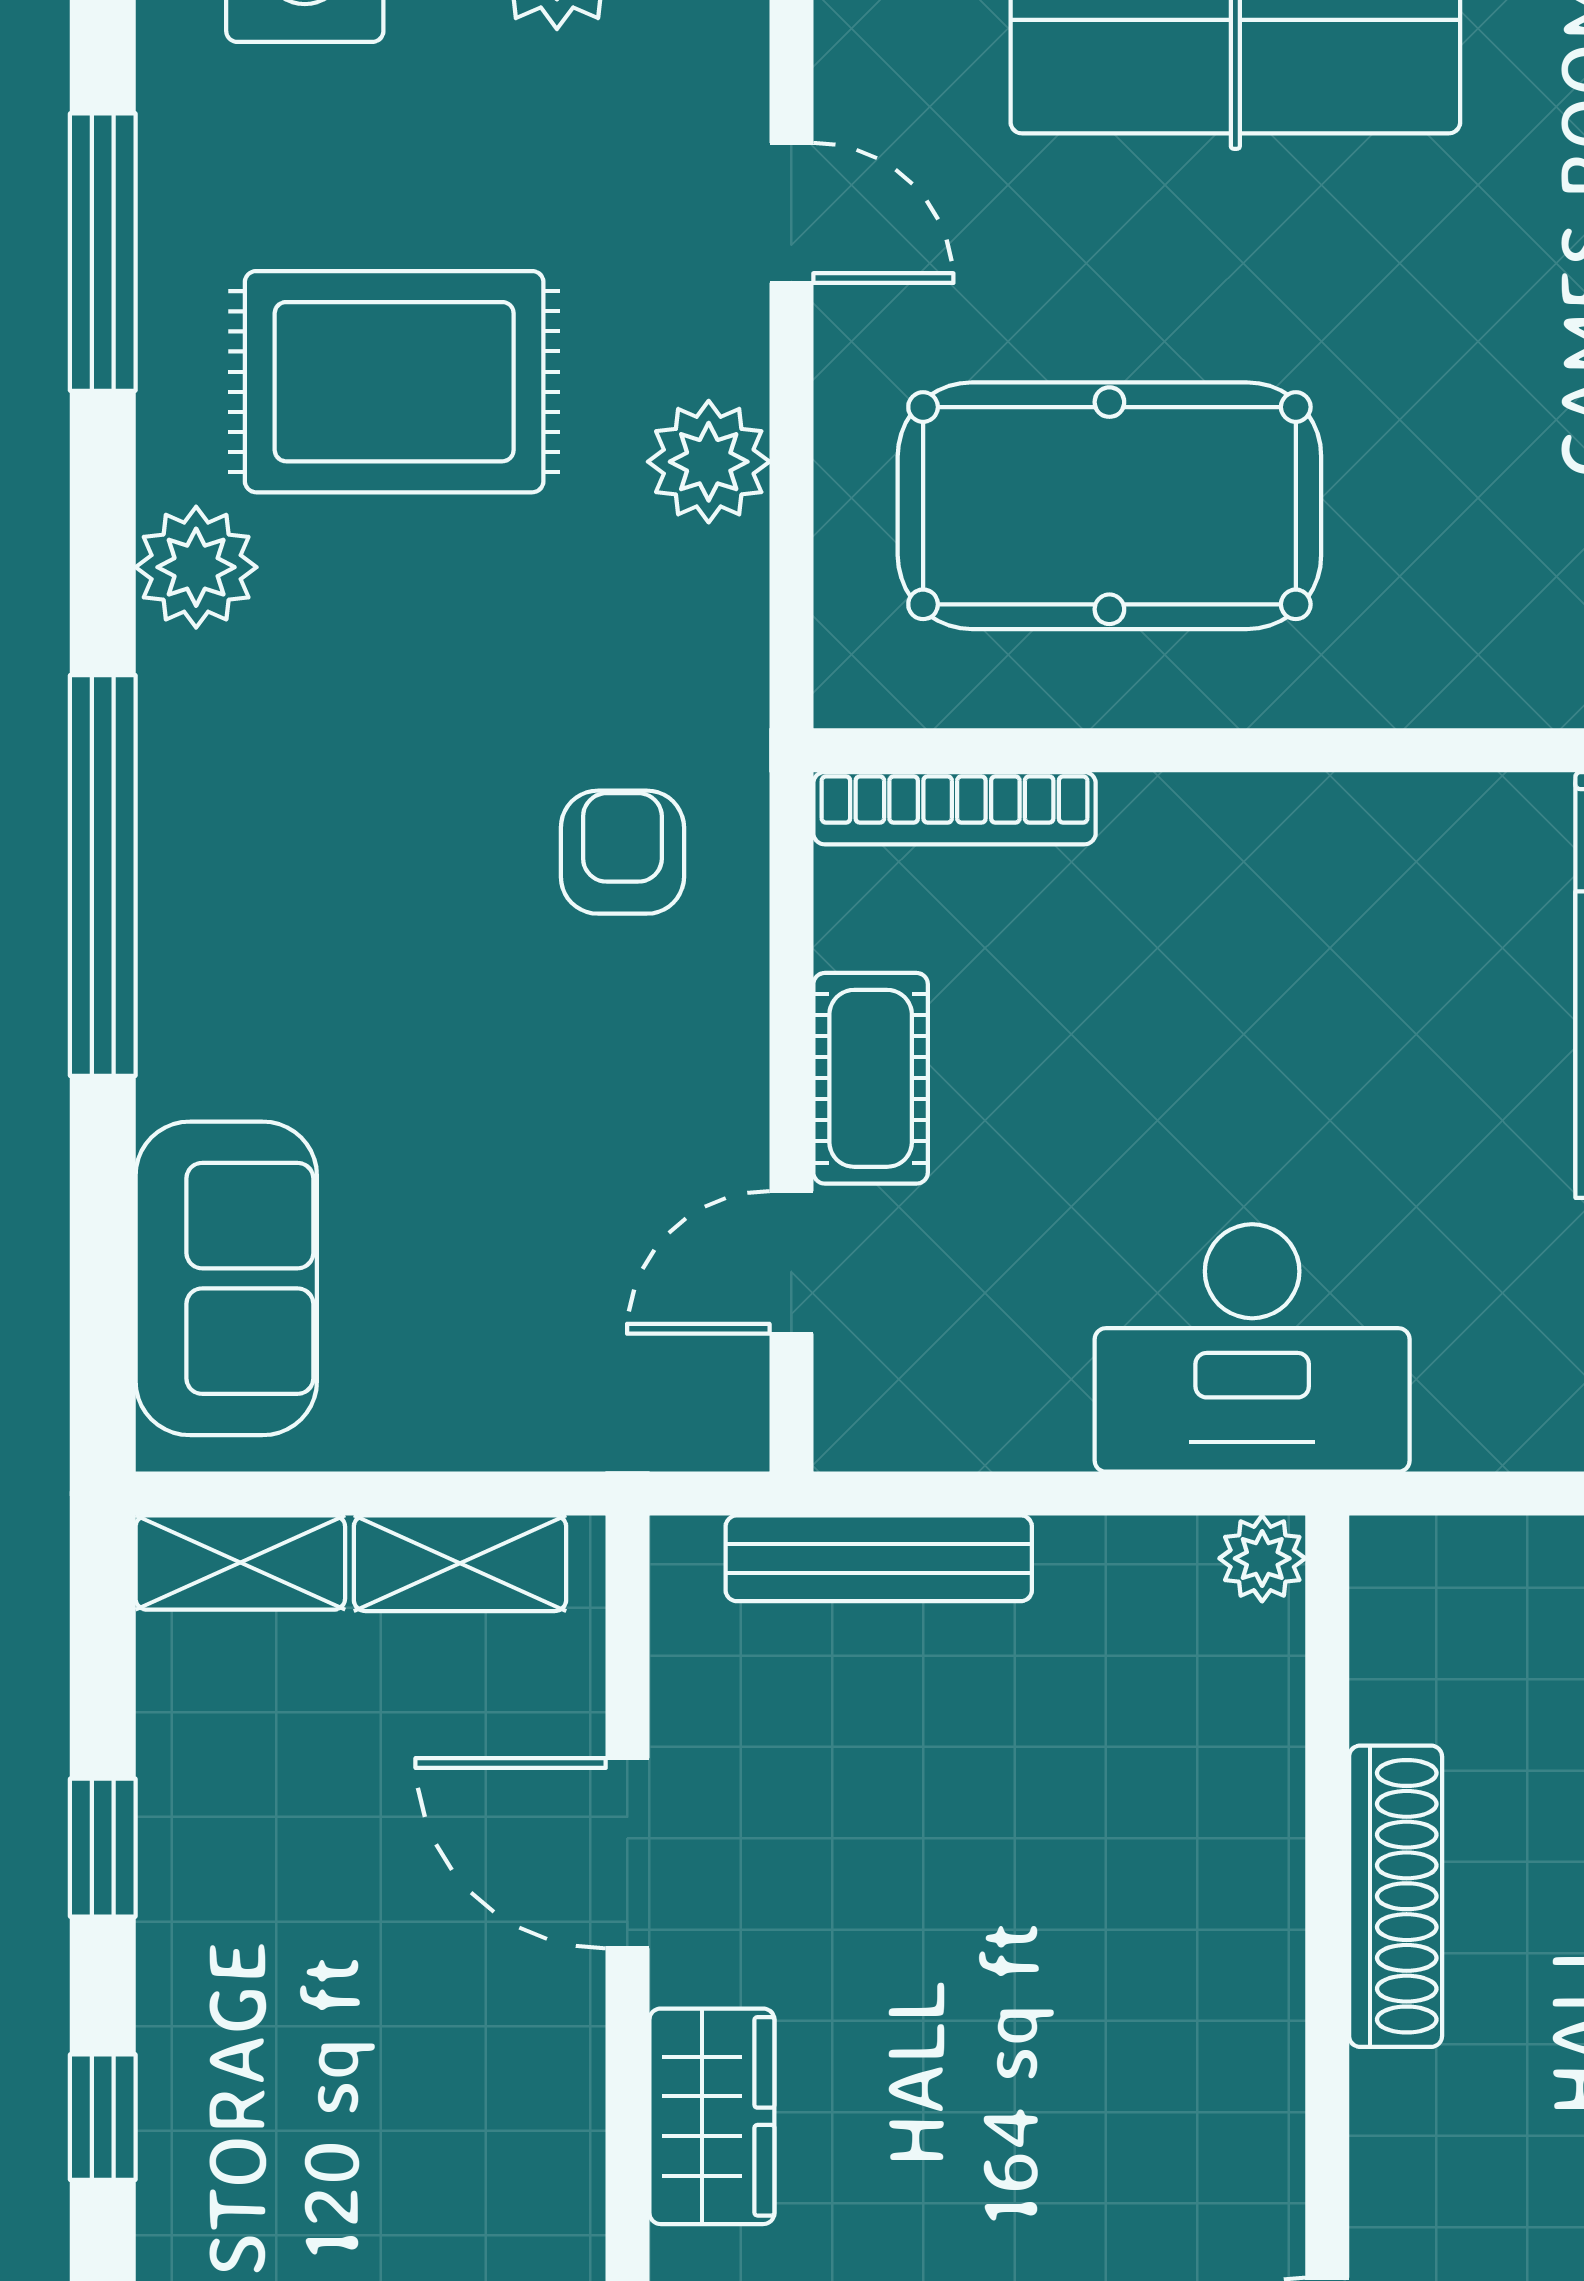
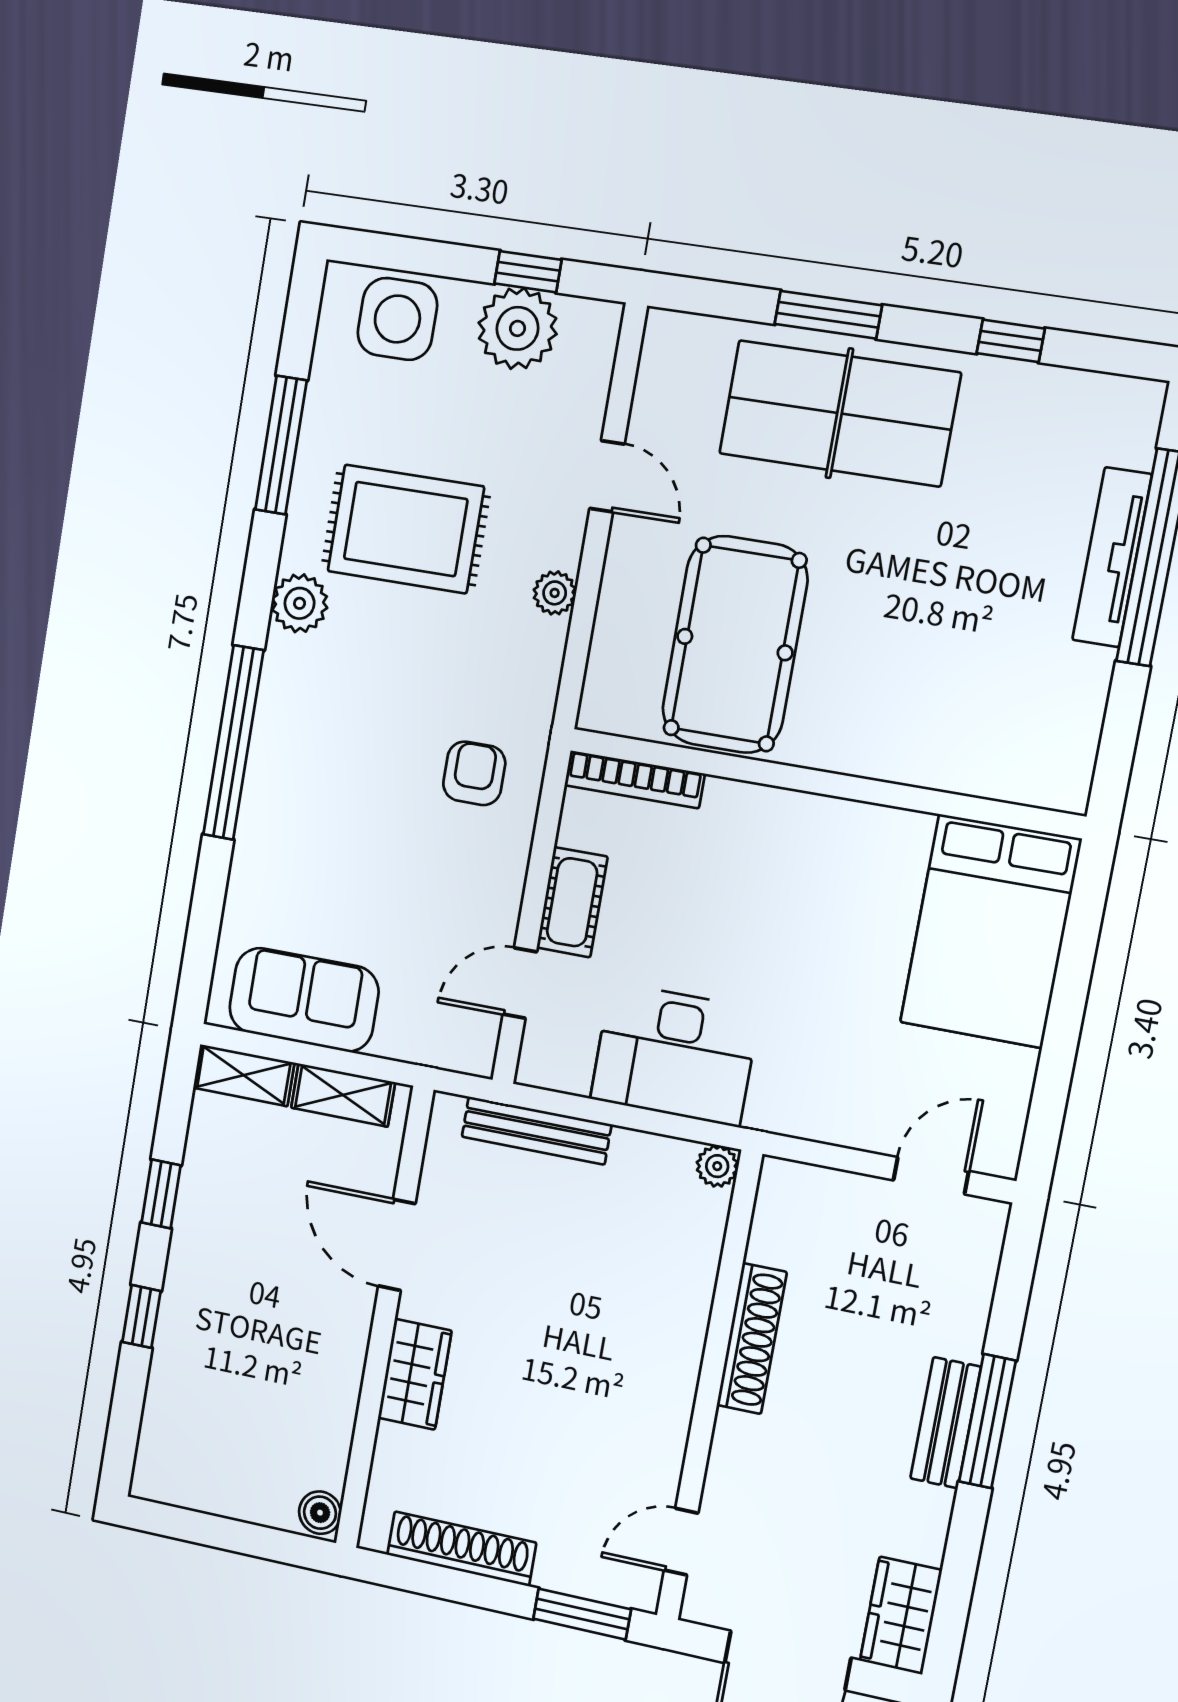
plant: (709, 462) -> (555, 593), width x0.73, depth x0.73
pool table: (1109, 506) -> (735, 645), turned 90
sofa: (226, 1278) -> (304, 1000), moved, turned -90
desk: (1252, 1348) -> (675, 1054), moved

